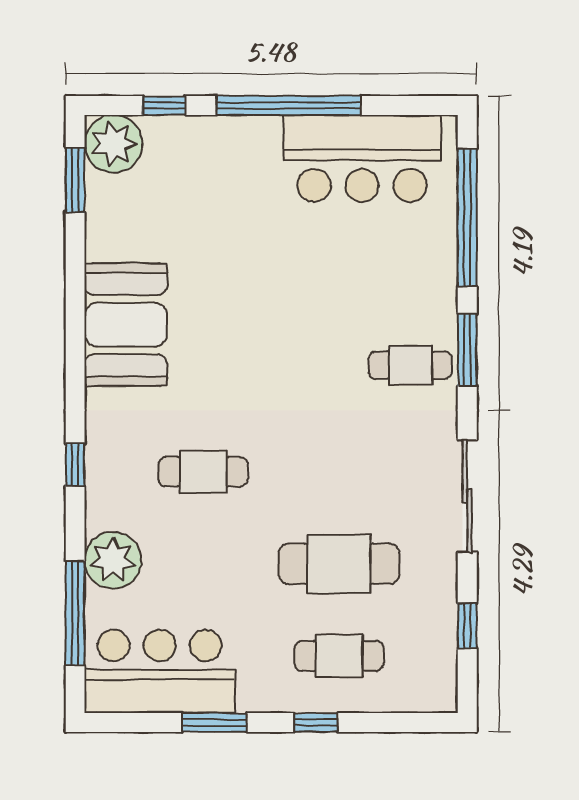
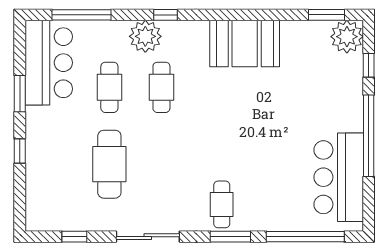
plant: (113, 560) -> (145, 36), moved
cafe table: (339, 656) -> (109, 87), moved

